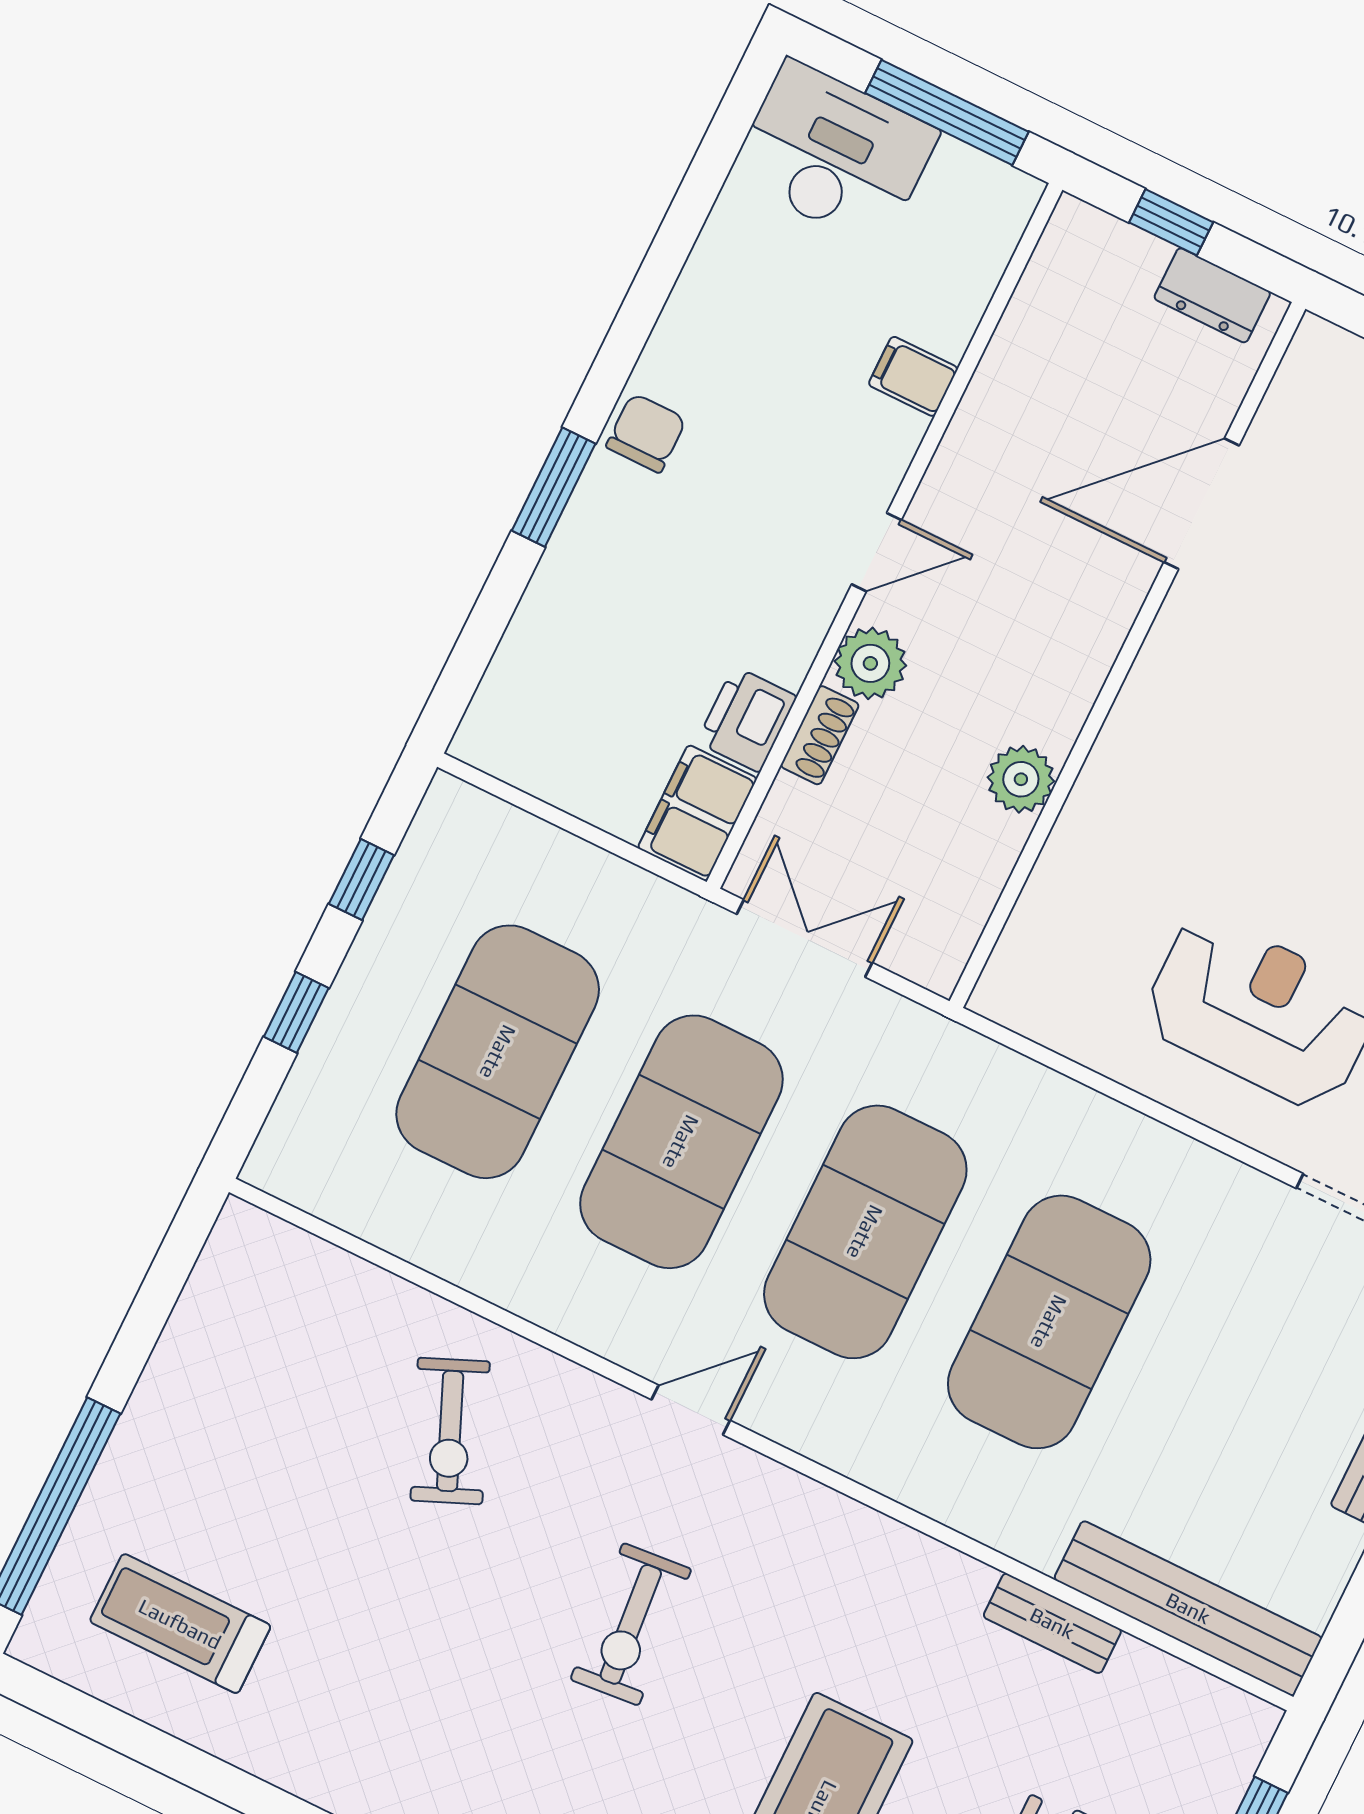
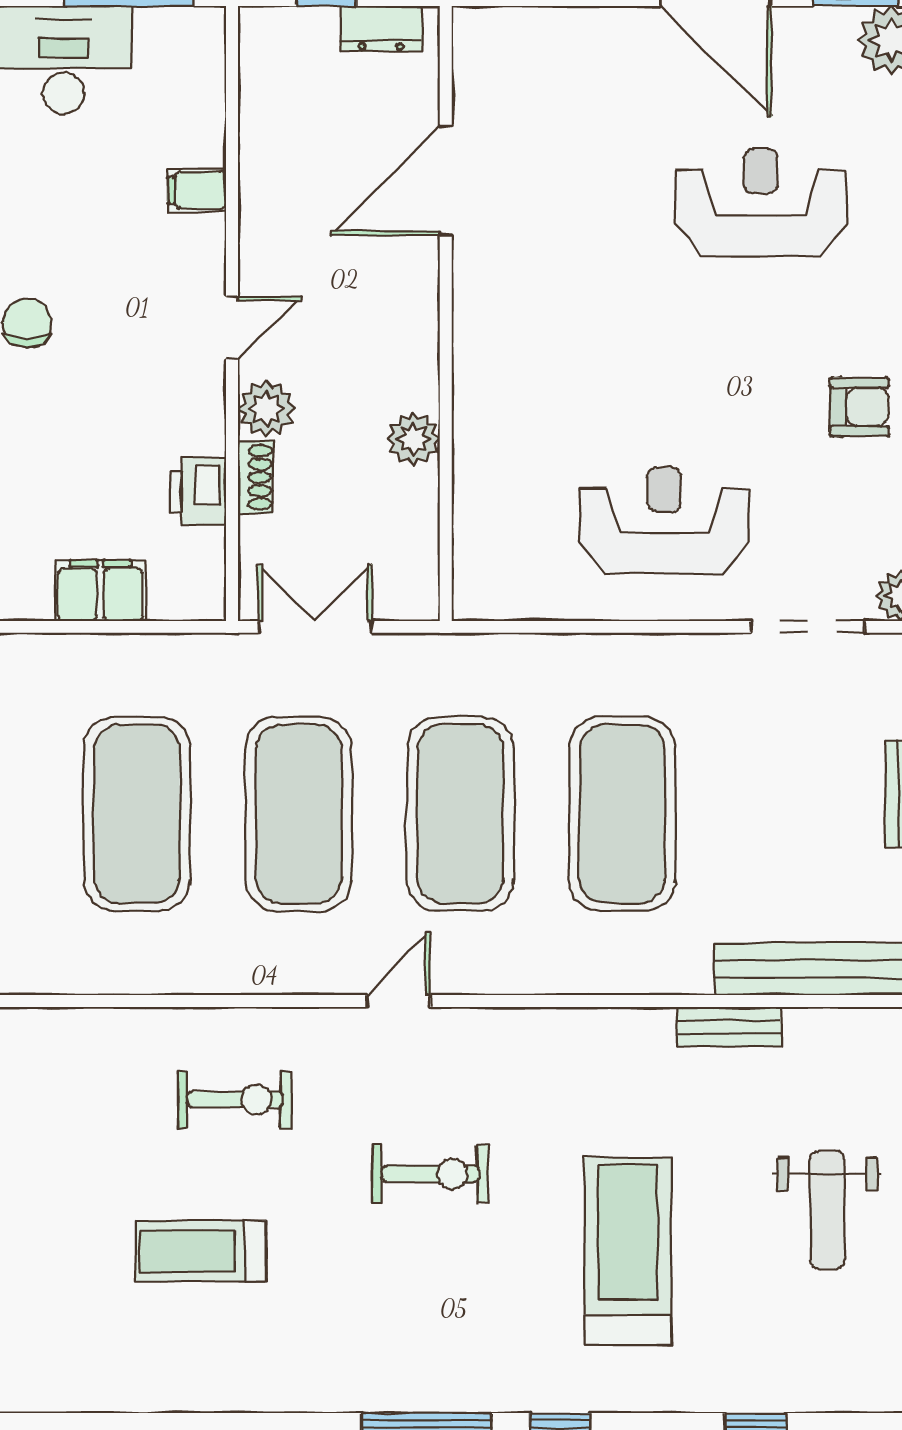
filing cabinet: (697, 813) -> (100, 590), moved, turned 90
exercise bike: (450, 1431) -> (235, 1100), turned -67
treadmill: (180, 1624) -> (201, 1251), moved
exercise bike: (631, 1624) -> (430, 1174), turned -85

